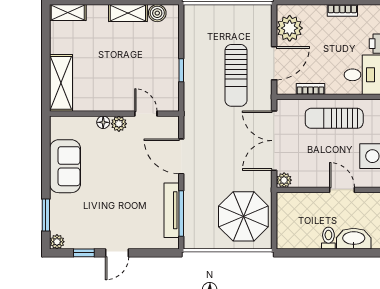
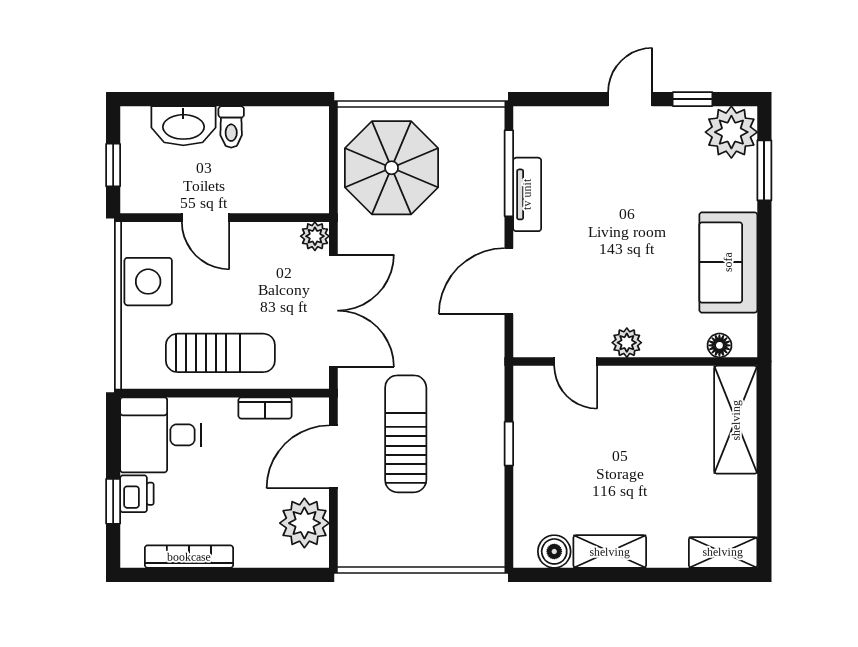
bookcase: (342, 10) -> (189, 557), width x1.56
floor lamp: (103, 122) -> (719, 345), moved
door: (181, 156) -> (509, 281), swing flipped
tv unit: (172, 210) -> (527, 194), width x0.71
plant: (57, 242) -> (731, 132), width x1.88, depth x1.88

